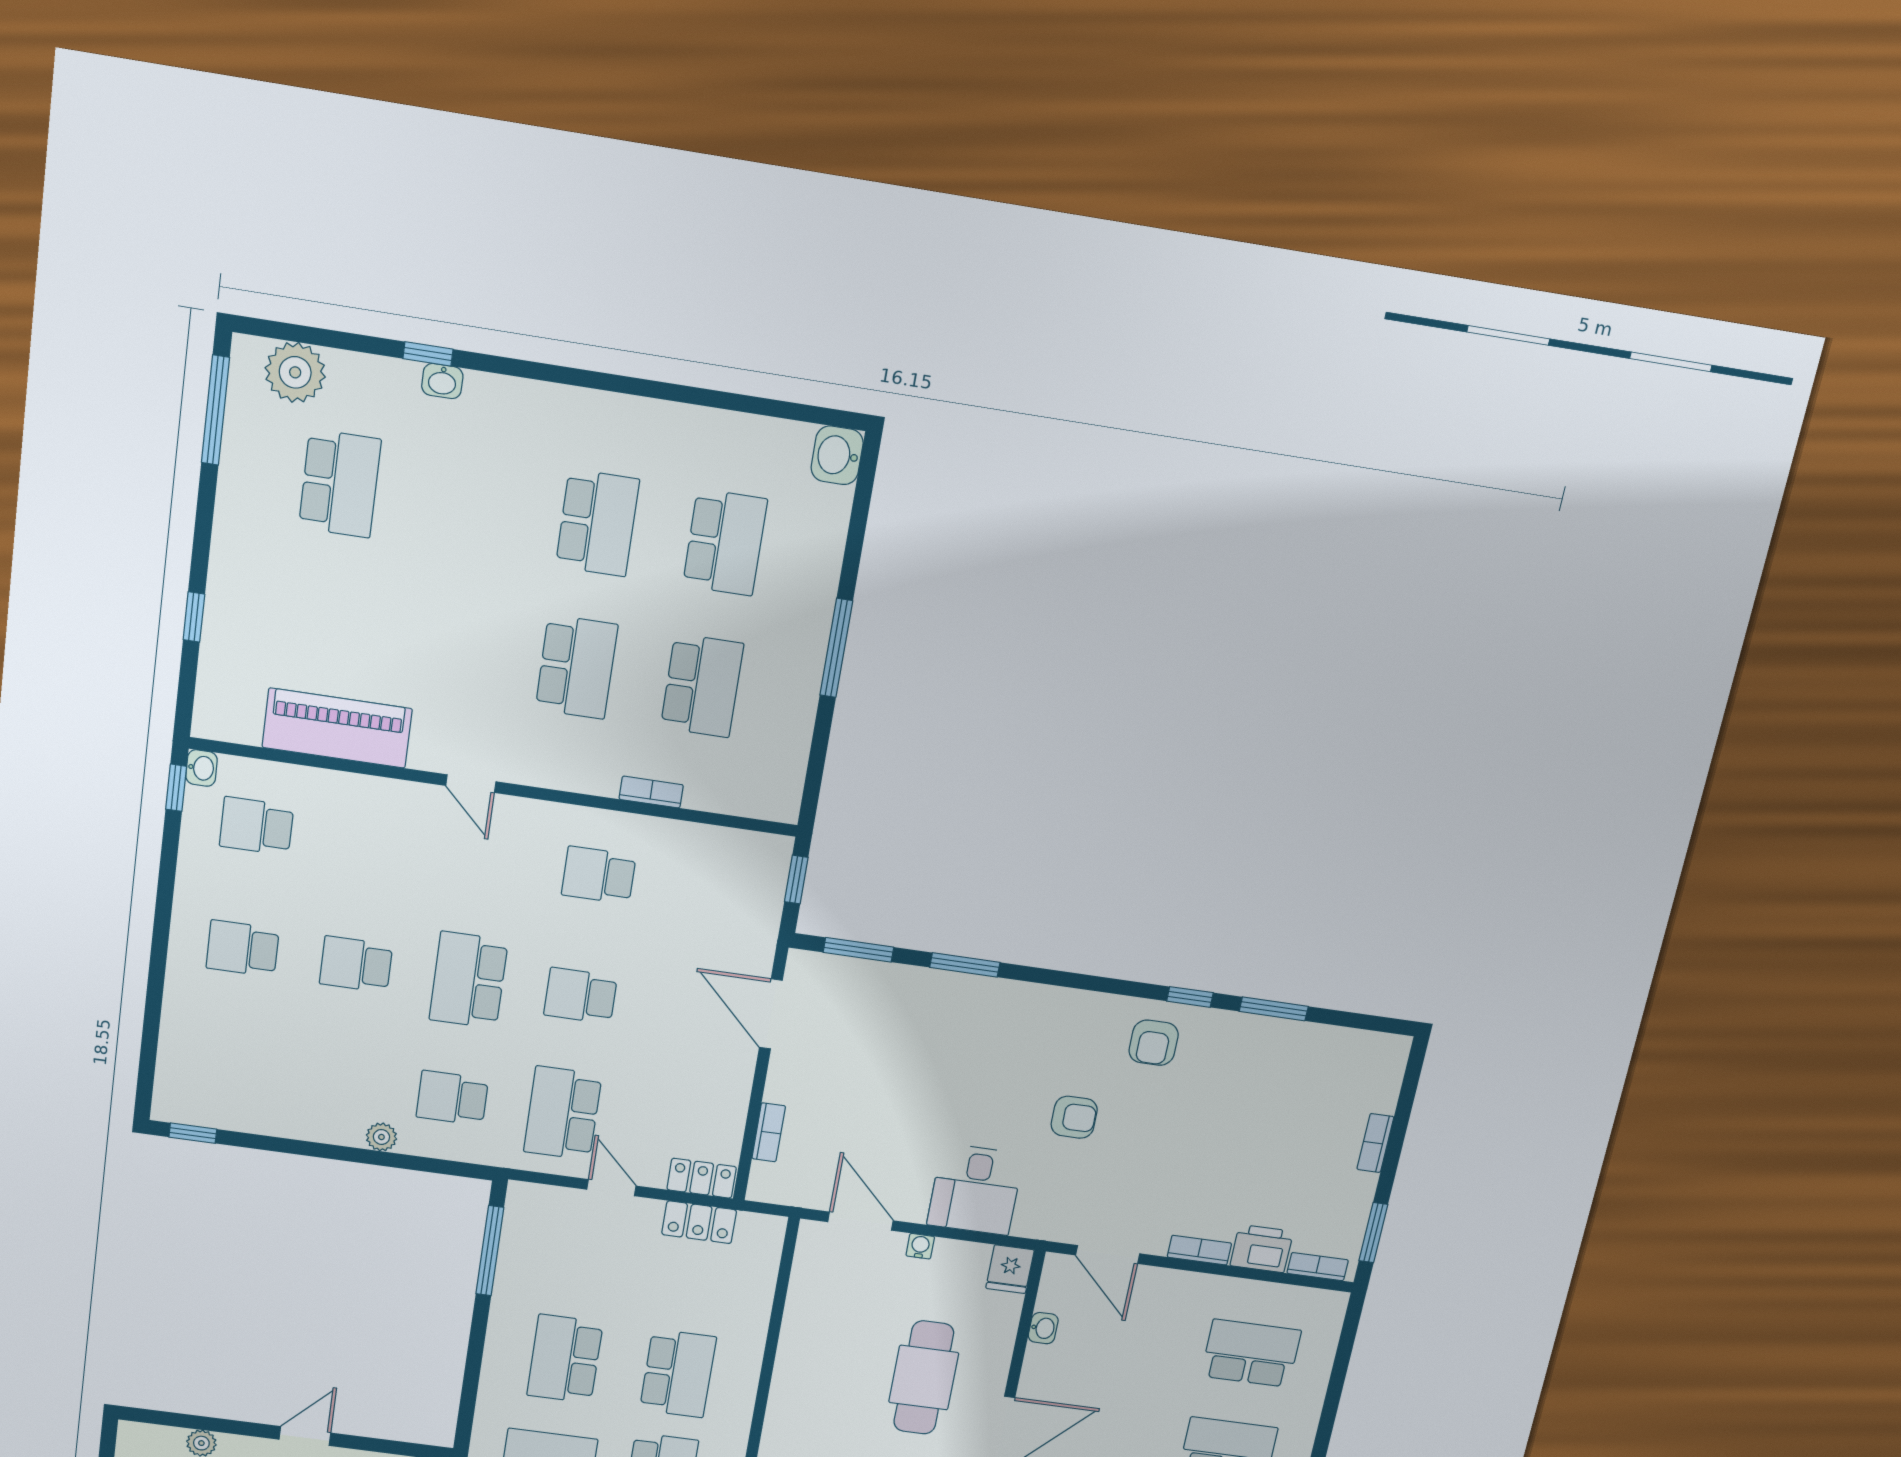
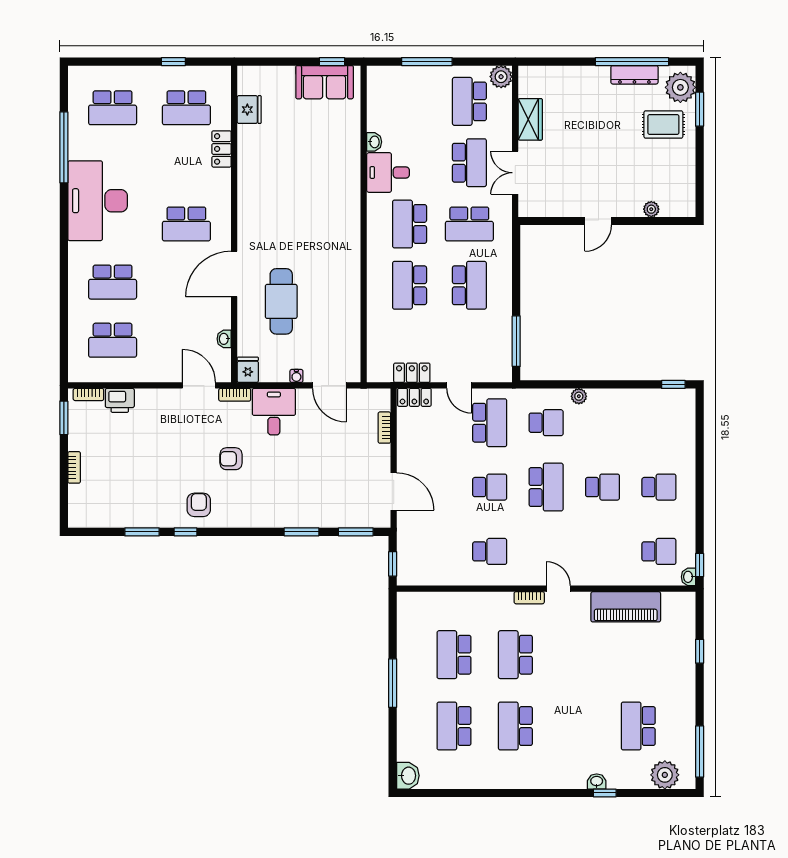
bookcase: (651, 792) -> (529, 598), moved
bookcase: (1199, 1250) -> (235, 395), moved

